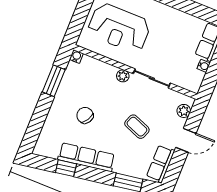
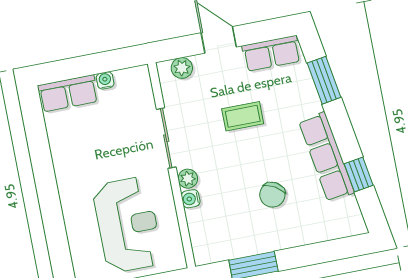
water cooler: (76, 56) -> (191, 199), moved
coffee table: (137, 127) -> (243, 116), turned 69

